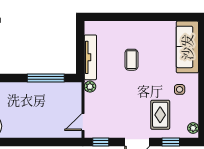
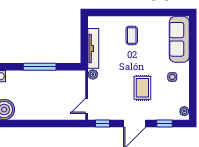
coffee table: (131, 60) -> (132, 35), moved
window: (46, 78) -> (40, 67), moved
rug: (160, 115) -> (142, 88), moved

